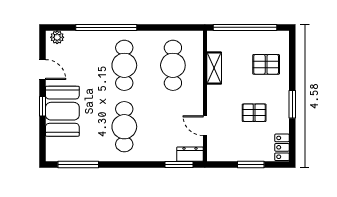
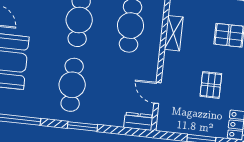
pallet: (254, 113) -> (211, 85), turned 90
window: (179, 165) -> (82, 126), moved

